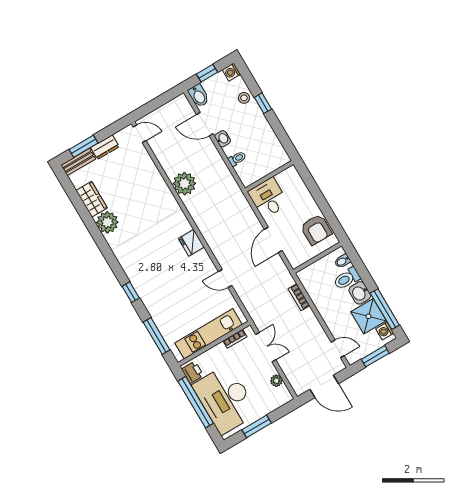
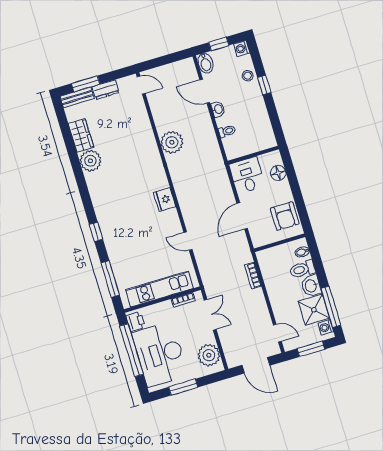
floor lamp: (299, 188) -> (278, 173), added
plant: (276, 381) -> (209, 355), width x1.87, depth x1.87

